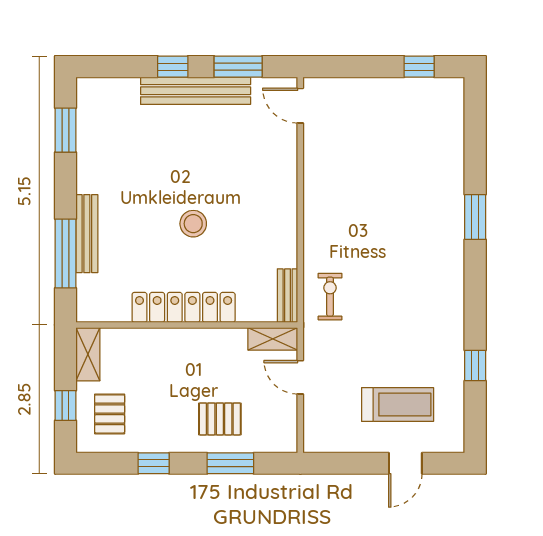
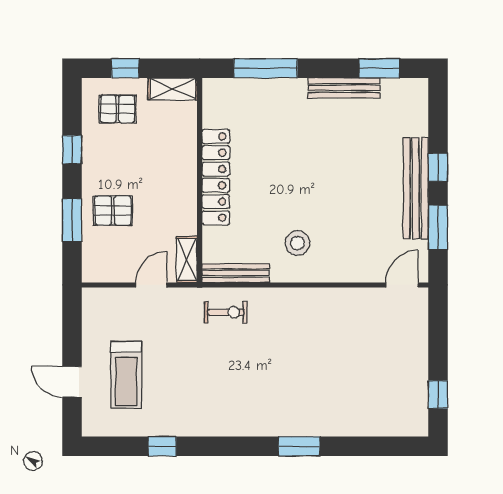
stool: (193, 224) -> (297, 243), moved
bench: (87, 234) -> (344, 88), moved
bench: (288, 296) -> (236, 273), width x1.36
pallet: (220, 419) -> (113, 211), turned 90

